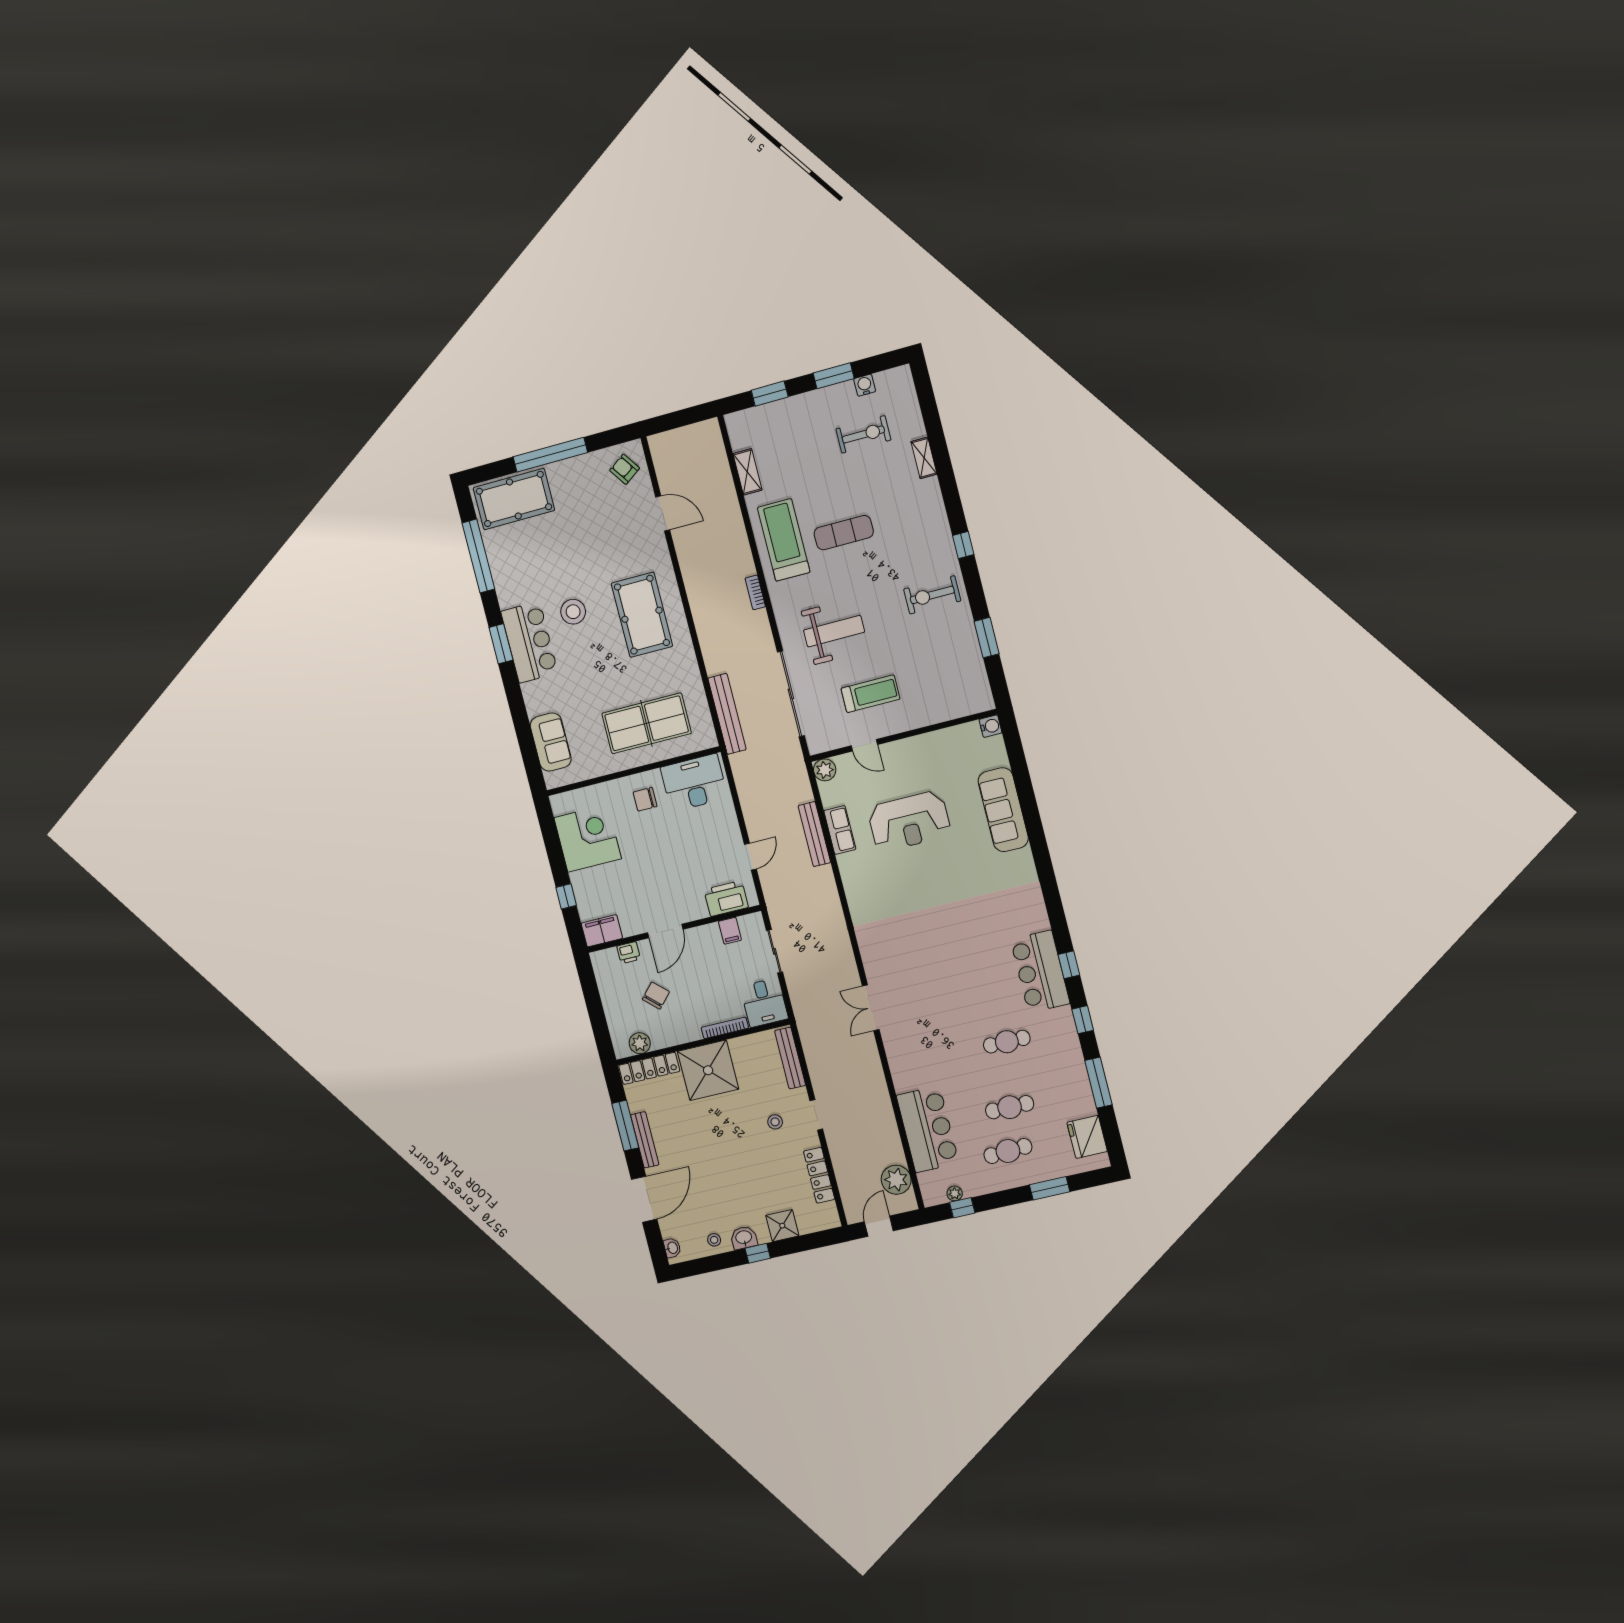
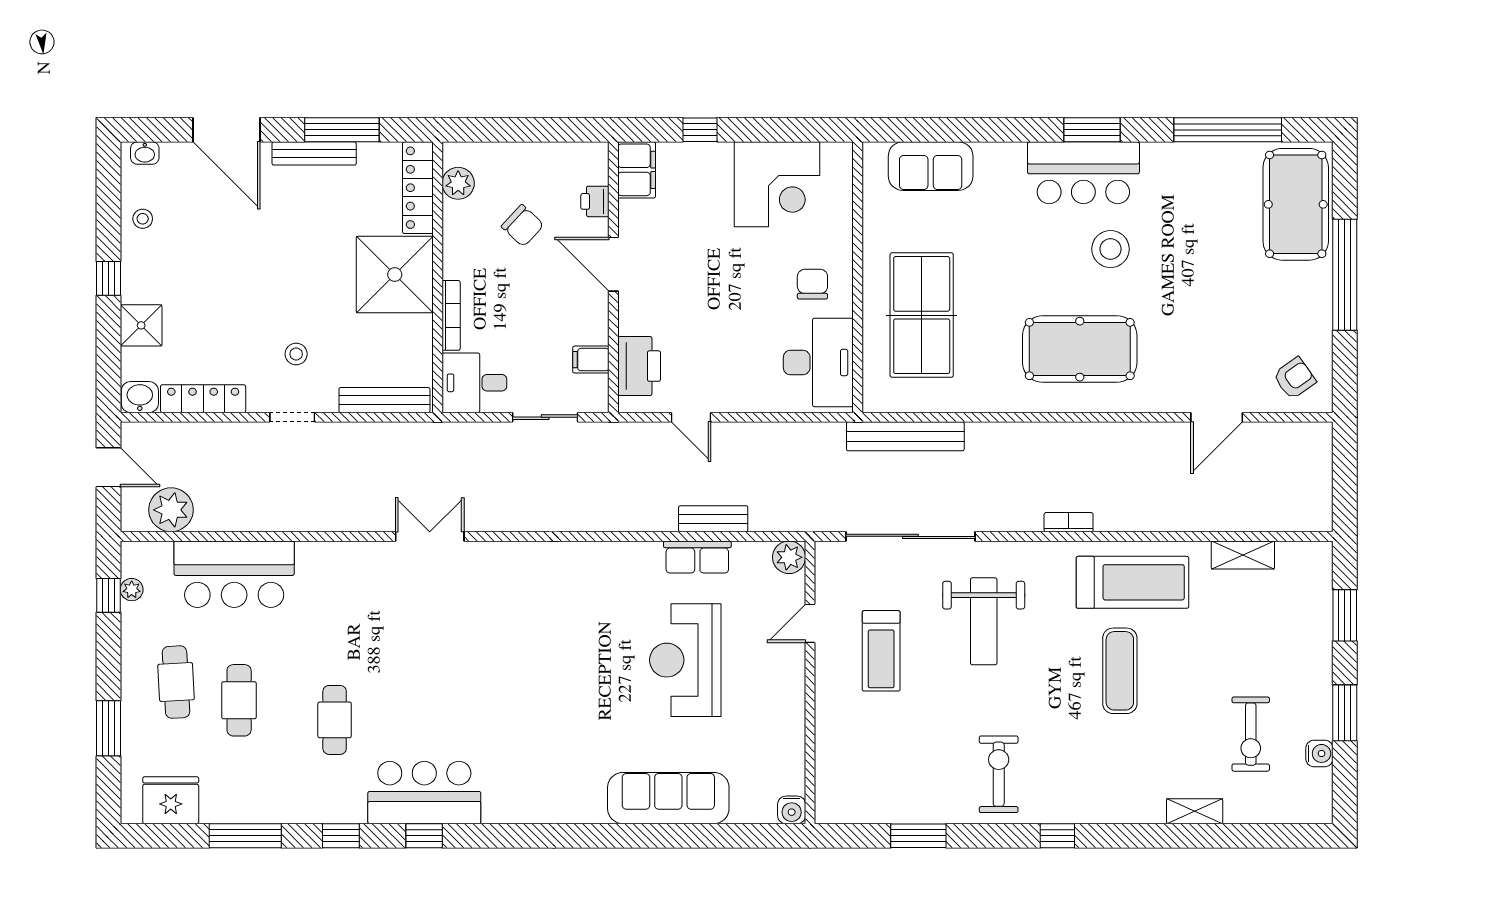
bench: (814, 834) -> (713, 519), width x0.73
washbasin: (744, 1238) -> (140, 397), moved, turned -90

